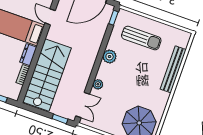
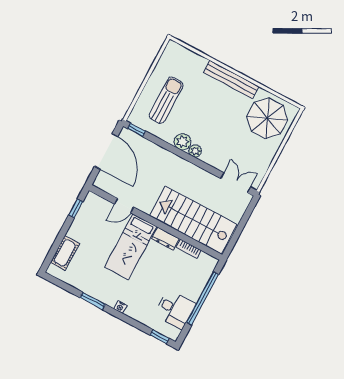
bench: (173, 69) -> (231, 79), moved
plant: (98, 84) -> (195, 151), moved
window: (60, 119) -> (248, 212), removed

